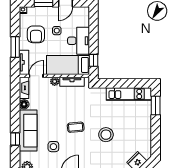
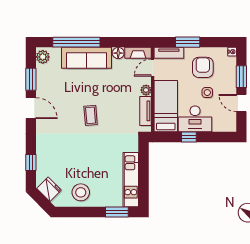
armchair: (36, 34) -> (203, 67), turned 90
window: (94, 60) -> (189, 137), moved
door: (36, 76) -> (153, 68), swing flipped
stool: (106, 135) -> (81, 192), moved
window: (15, 139) -> (76, 42), width x3.17
side table: (53, 147) -> (67, 88), removed

